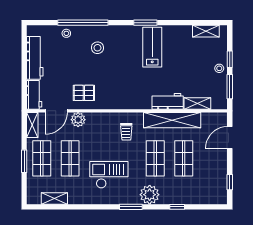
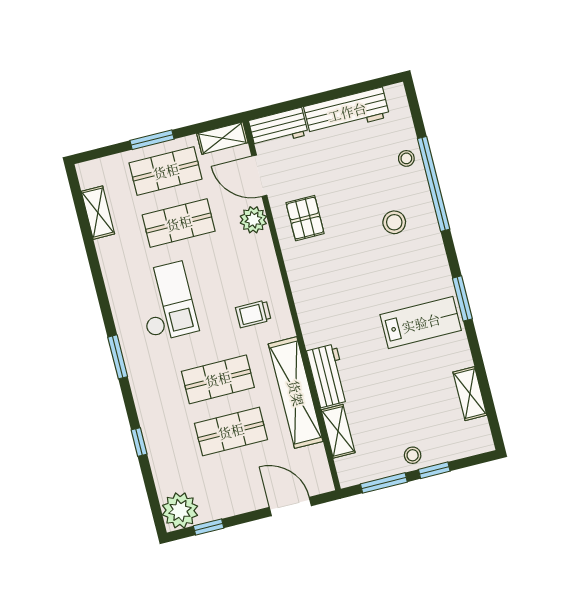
shelving: (206, 31) -> (470, 394), moved
plant: (150, 195) -> (180, 510), moved

